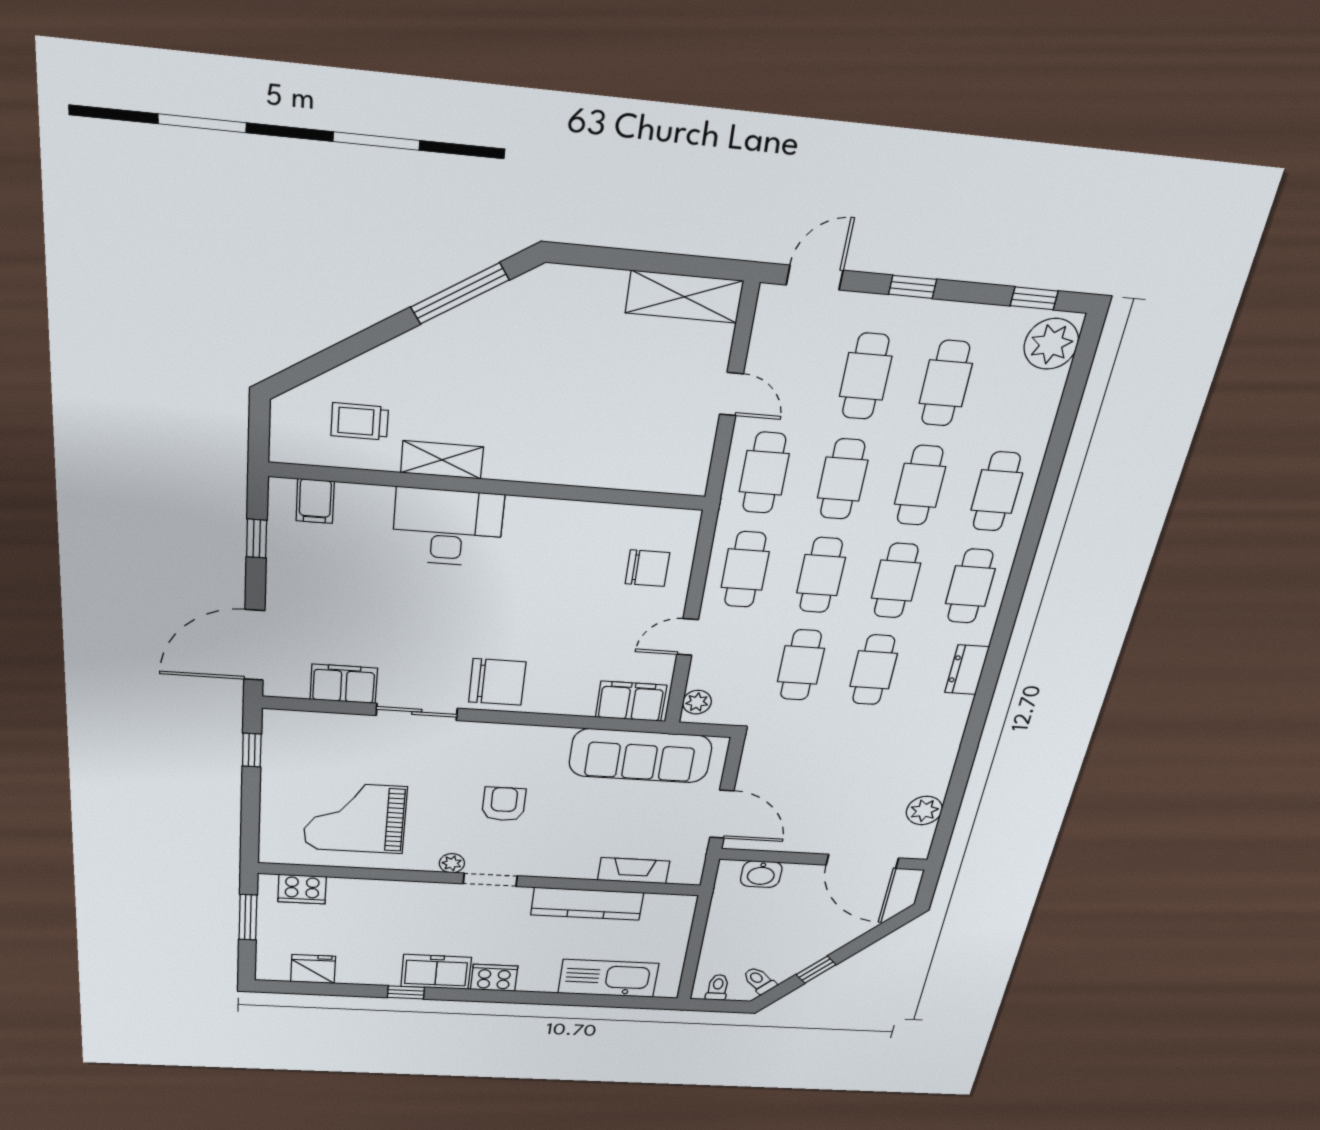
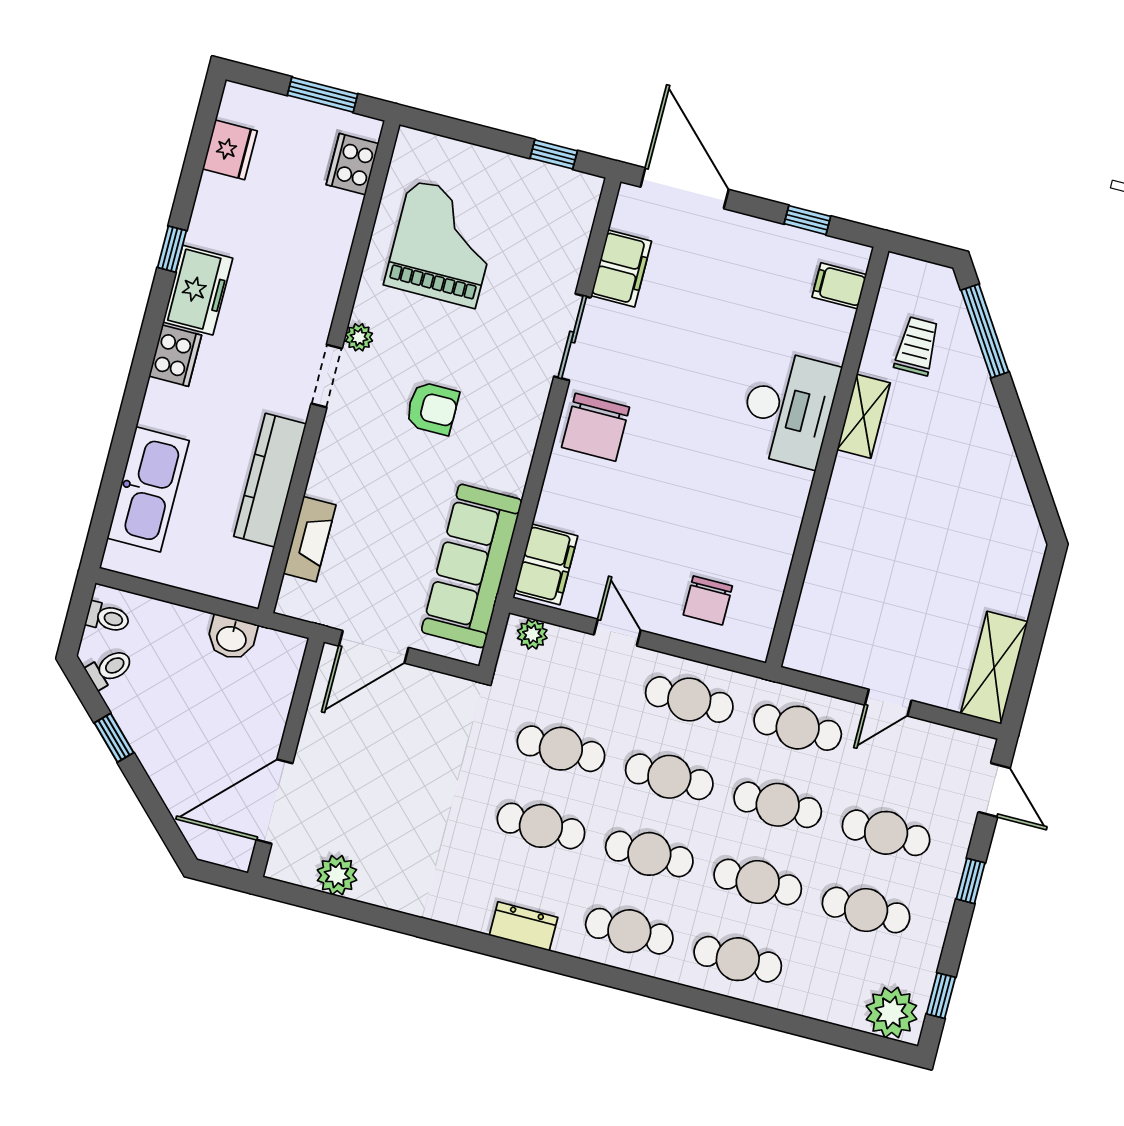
window: (460, 294) -> (985, 331), moved
washbasin: (761, 874) -> (232, 638), moved, turned -90

